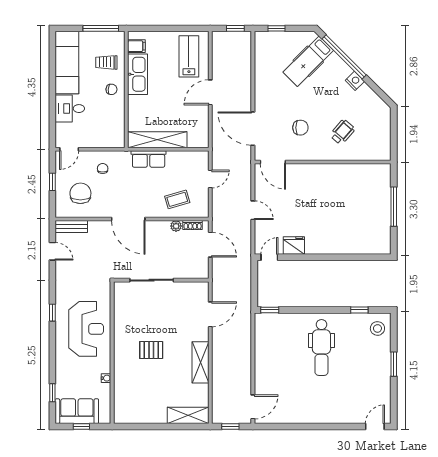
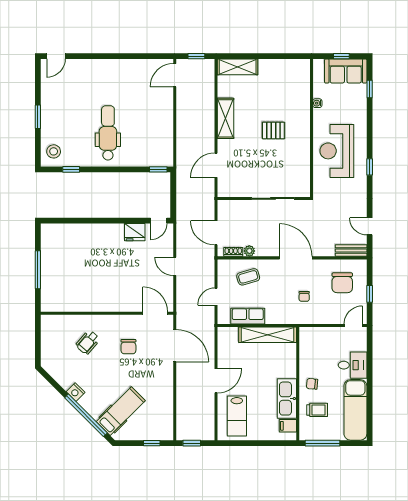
chair: (300, 128) -> (128, 347), turned -90
row of seats: (149, 159) -> (248, 316), moved
chair: (103, 169) -> (304, 296), moved

